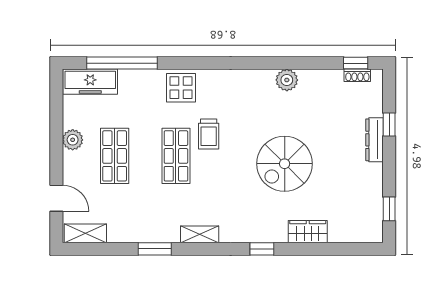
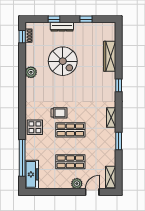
plant: (73, 140) -> (77, 184), moved
spiral stairs: (285, 164) -> (63, 61), moved
window: (389, 209) -> (86, 19), moved
wardrobe: (308, 232) -> (110, 56), width x1.50

